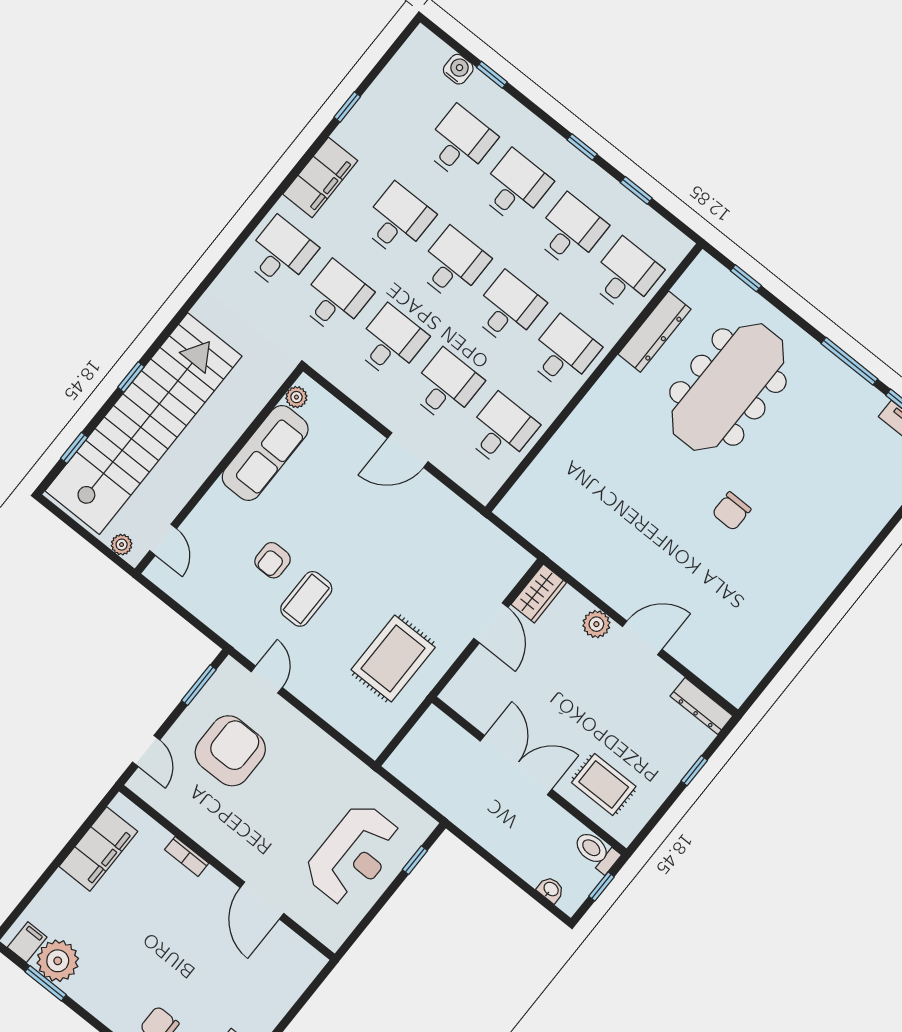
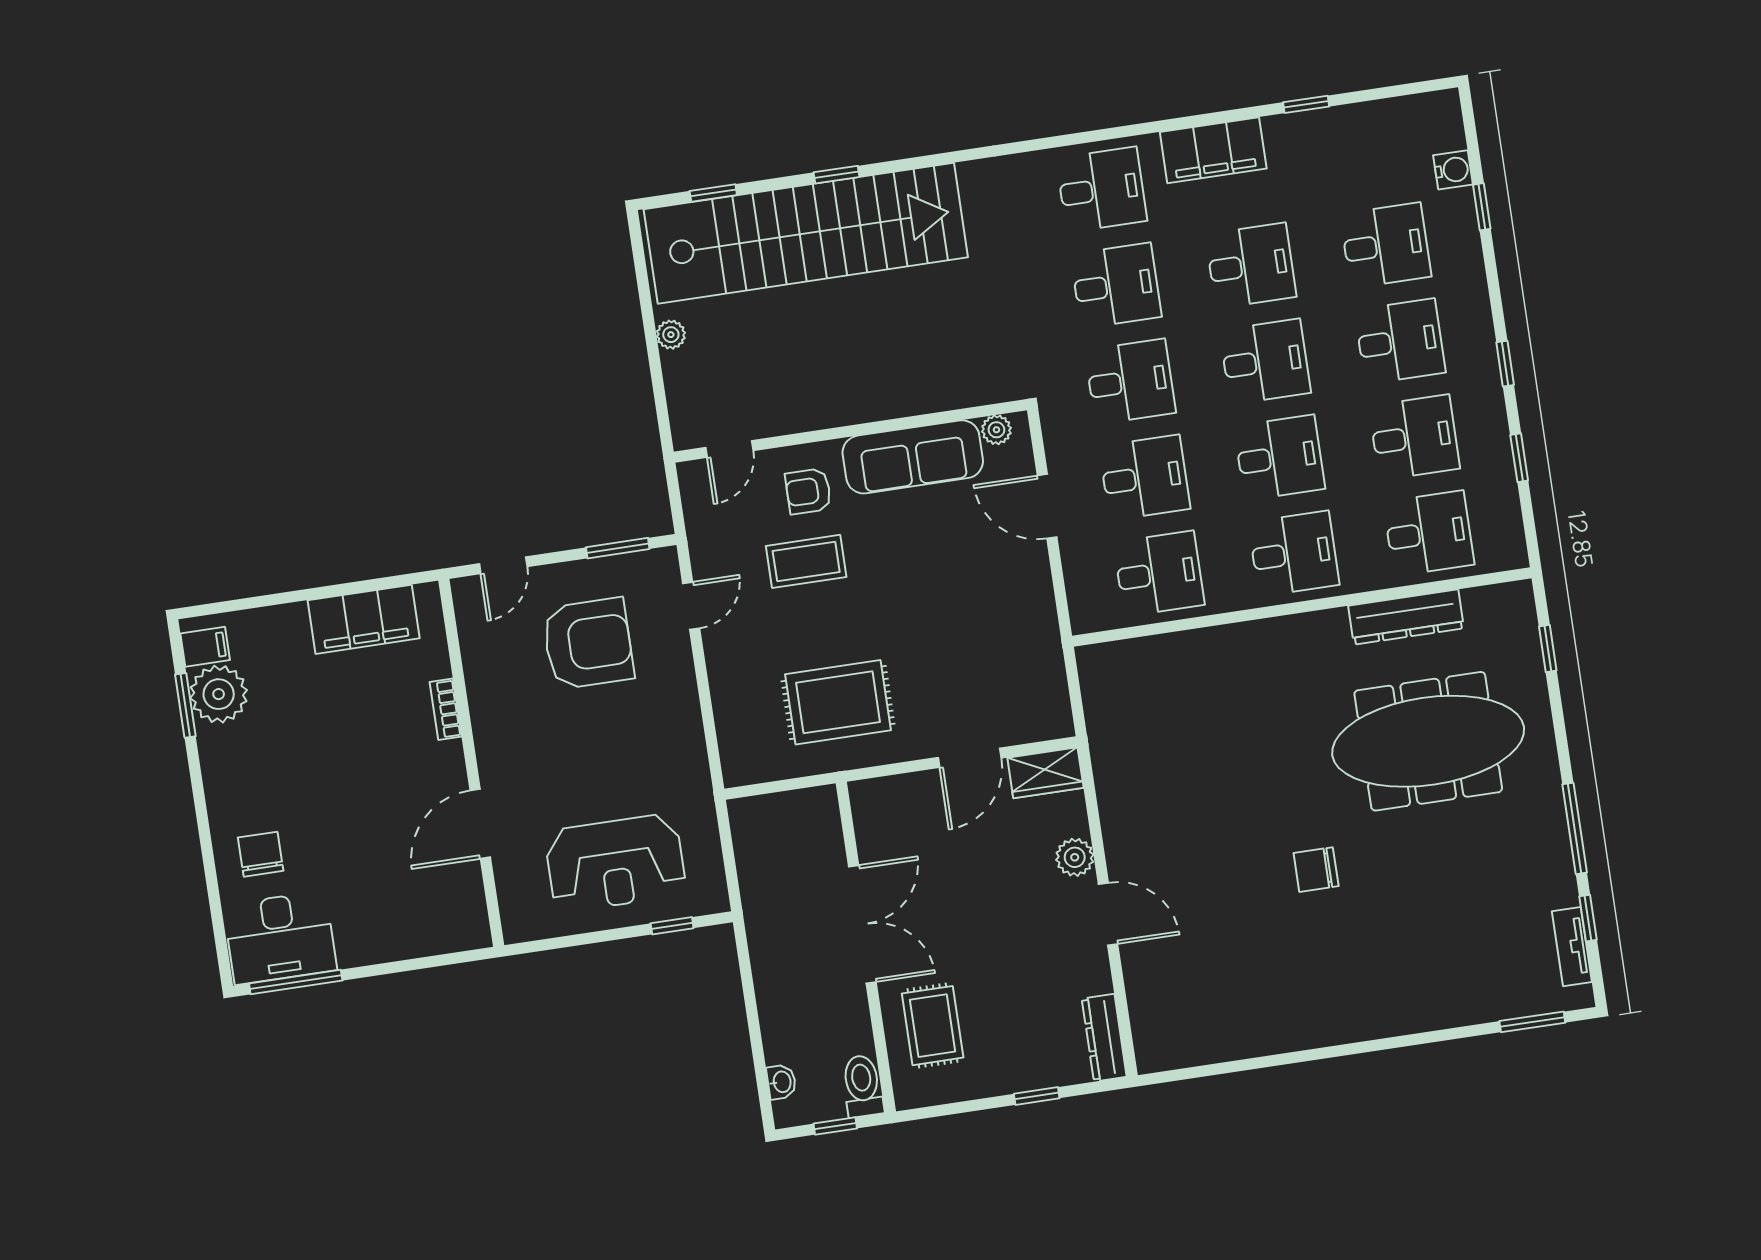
plant: (296, 397) -> (996, 430), moved
sofa: (265, 453) -> (913, 457), moved
wall: (219, 470) -> (850, 431), moved
door: (163, 540) -> (729, 449), moved

